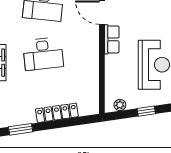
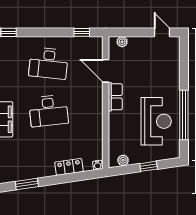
water cooler: (94, 110) -> (98, 165), added
locker: (57, 113) -> (69, 167), width x0.66

